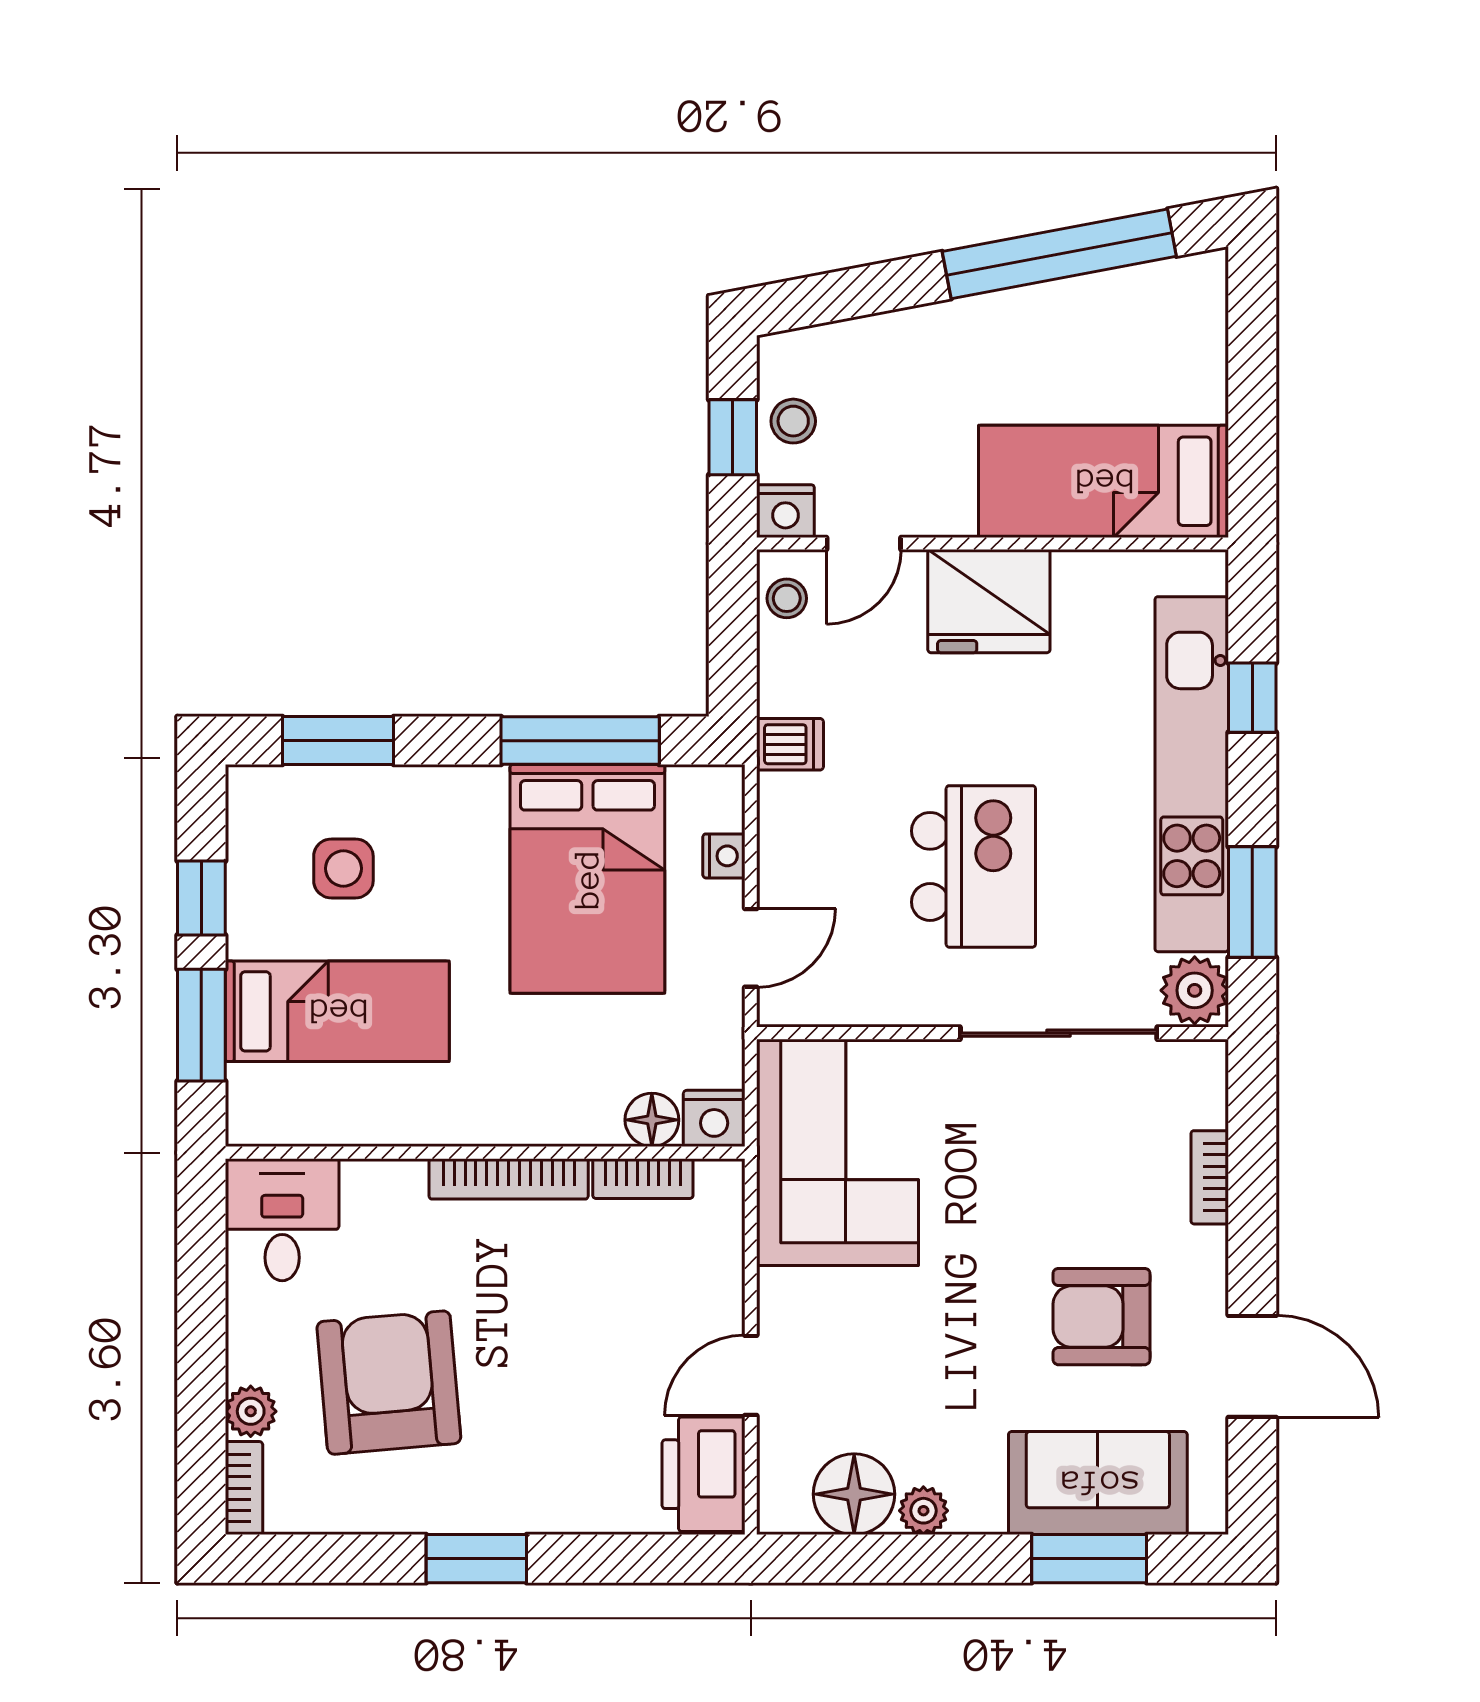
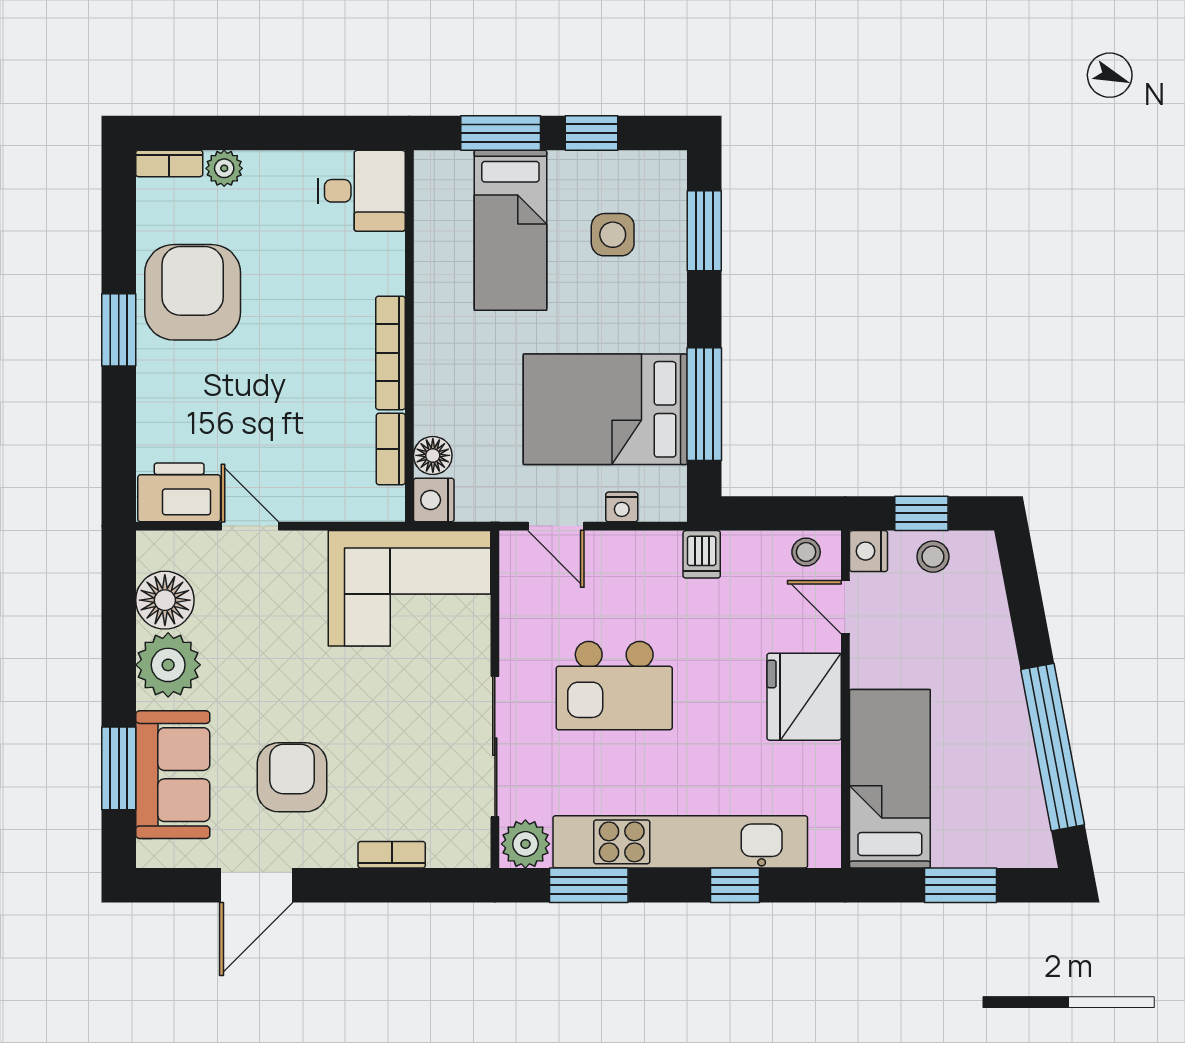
window: (1252, 383) -> (960, 885), added
armchair: (389, 1383) -> (193, 292), moved, turned -85
plant: (923, 1511) -> (168, 665), width x1.87, depth x1.87

